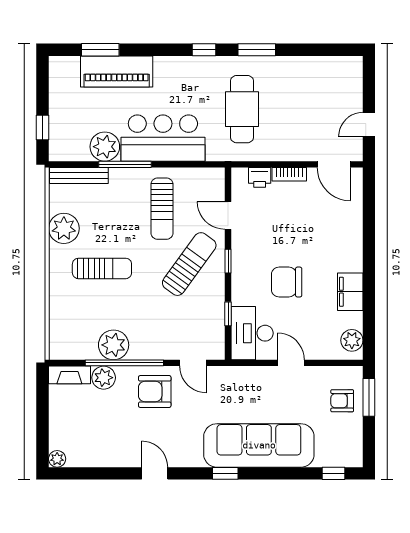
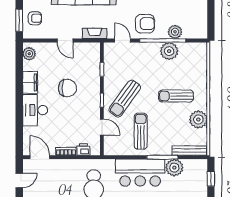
desk: (252, 333) -> (35, 110), moved, turned 180
fireplace: (69, 375) -> (95, 33), moved

